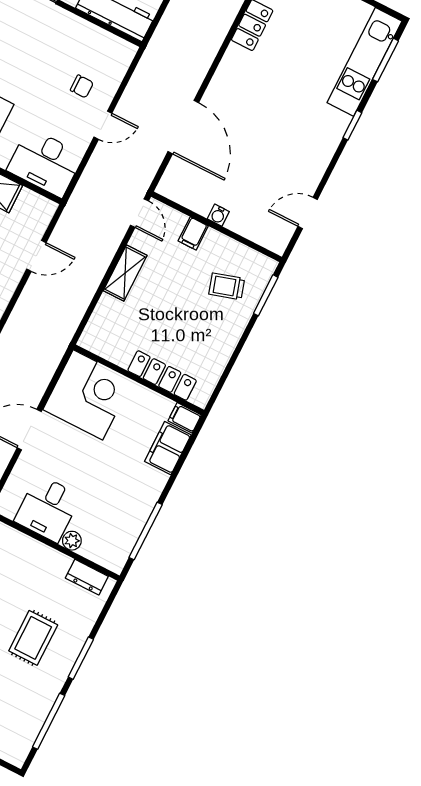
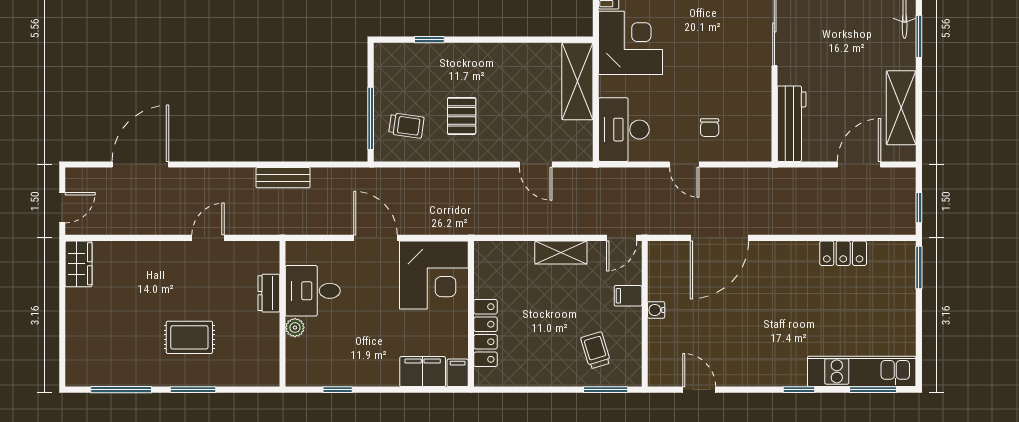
window: (146, 531) -> (338, 390), width x0.46
dresser: (87, 577) -> (269, 293), moved

